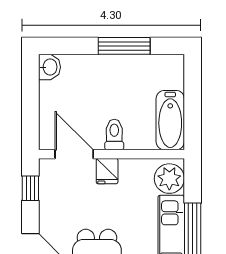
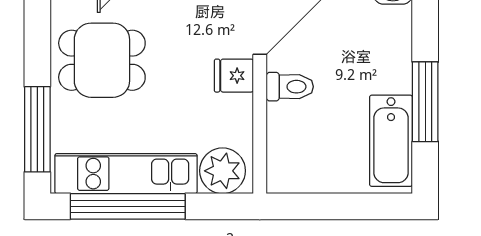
bathtub: (170, 120) -> (391, 141), moved, turned -90

